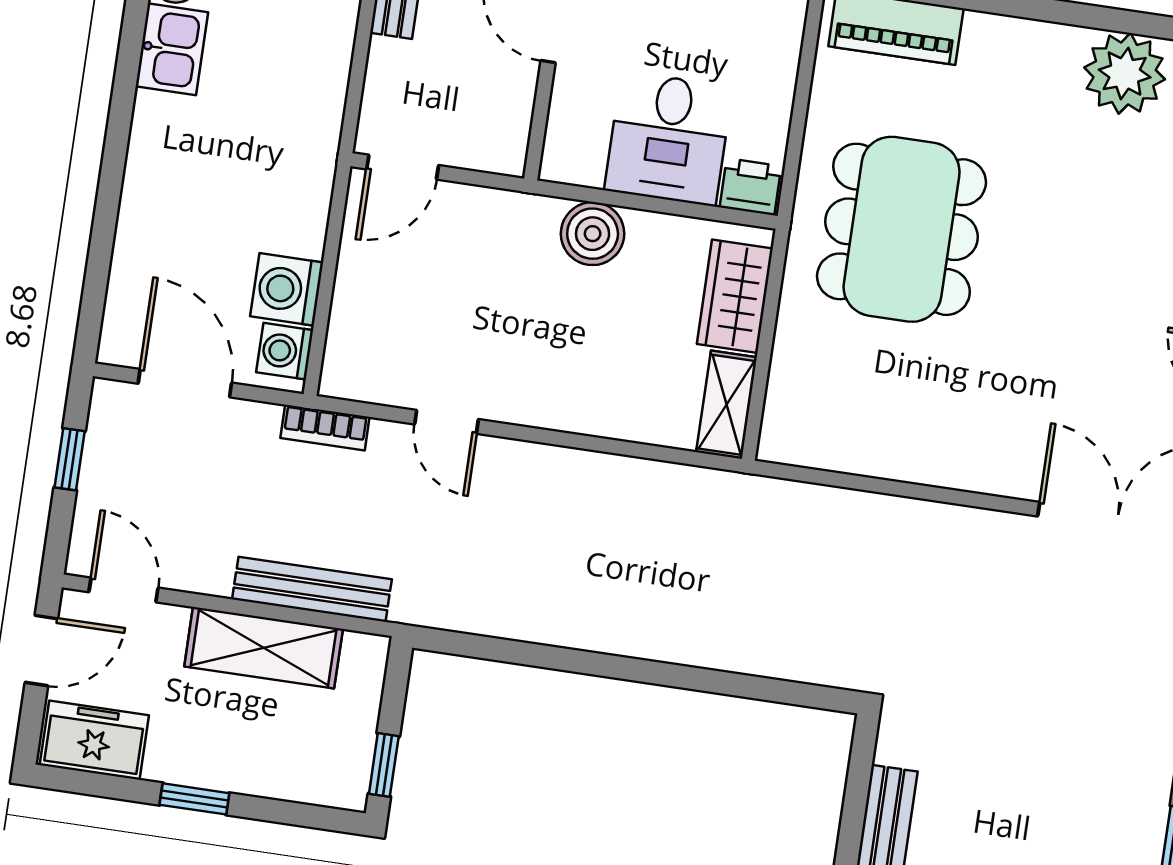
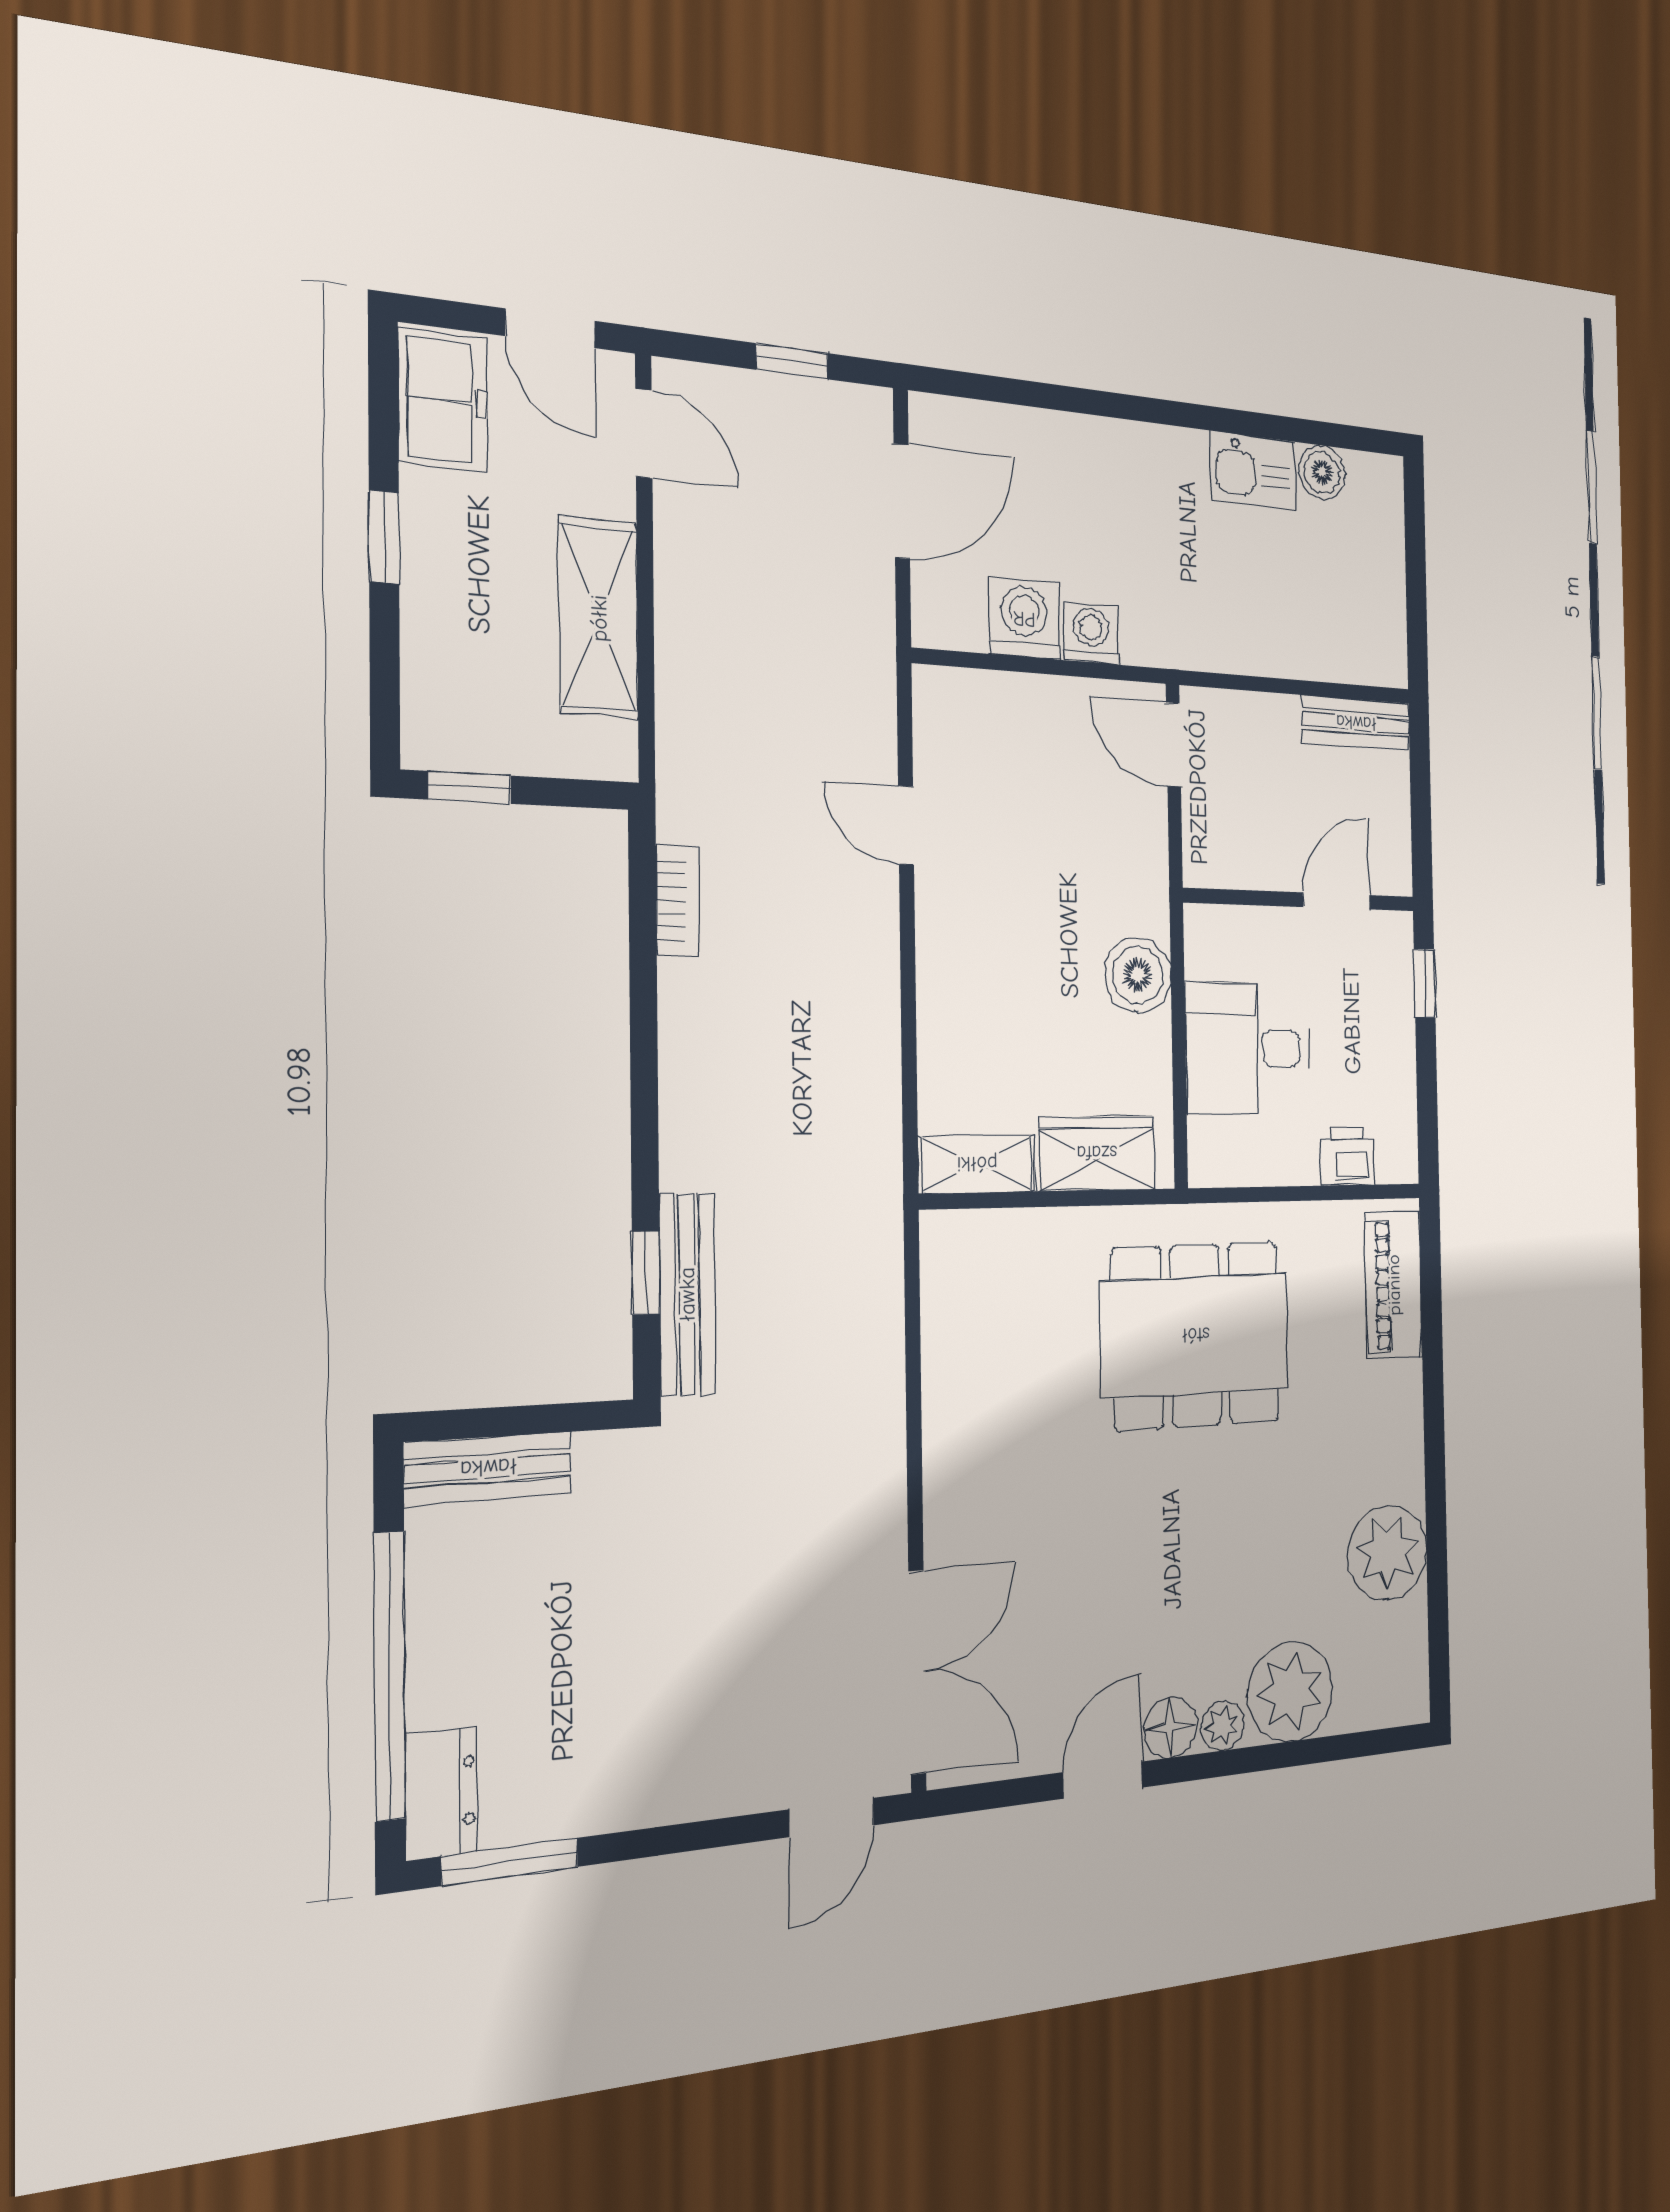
printer: (751, 187) -> (1347, 1157), moved, turned -90
washing machine: (285, 351) -> (1091, 633), moved
door: (447, 422) -> (906, 825), hinge flipped
bookcase: (325, 428) -> (678, 901), moved, turned 180
bench: (312, 589) -> (687, 1294), moved
door: (124, 590) -> (644, 433), hinge flipped
window: (764, 689) -> (646, 1273), added

